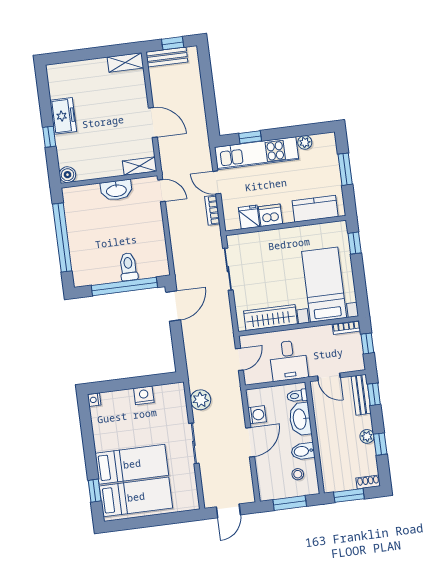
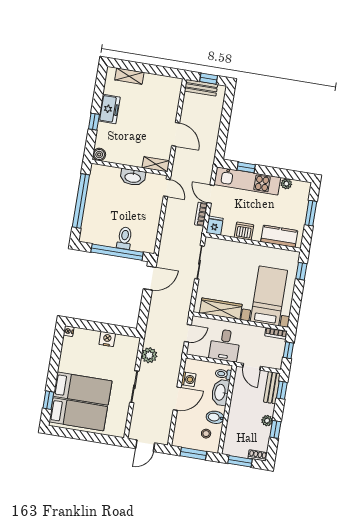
shelving: (125, 62) -> (129, 76), moved
fridge: (249, 217) -> (215, 226), moved

